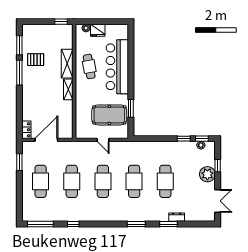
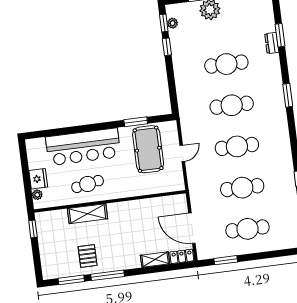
shelving: (68, 89) -> (155, 259), moved
window: (169, 224) -> (280, 35), moved

